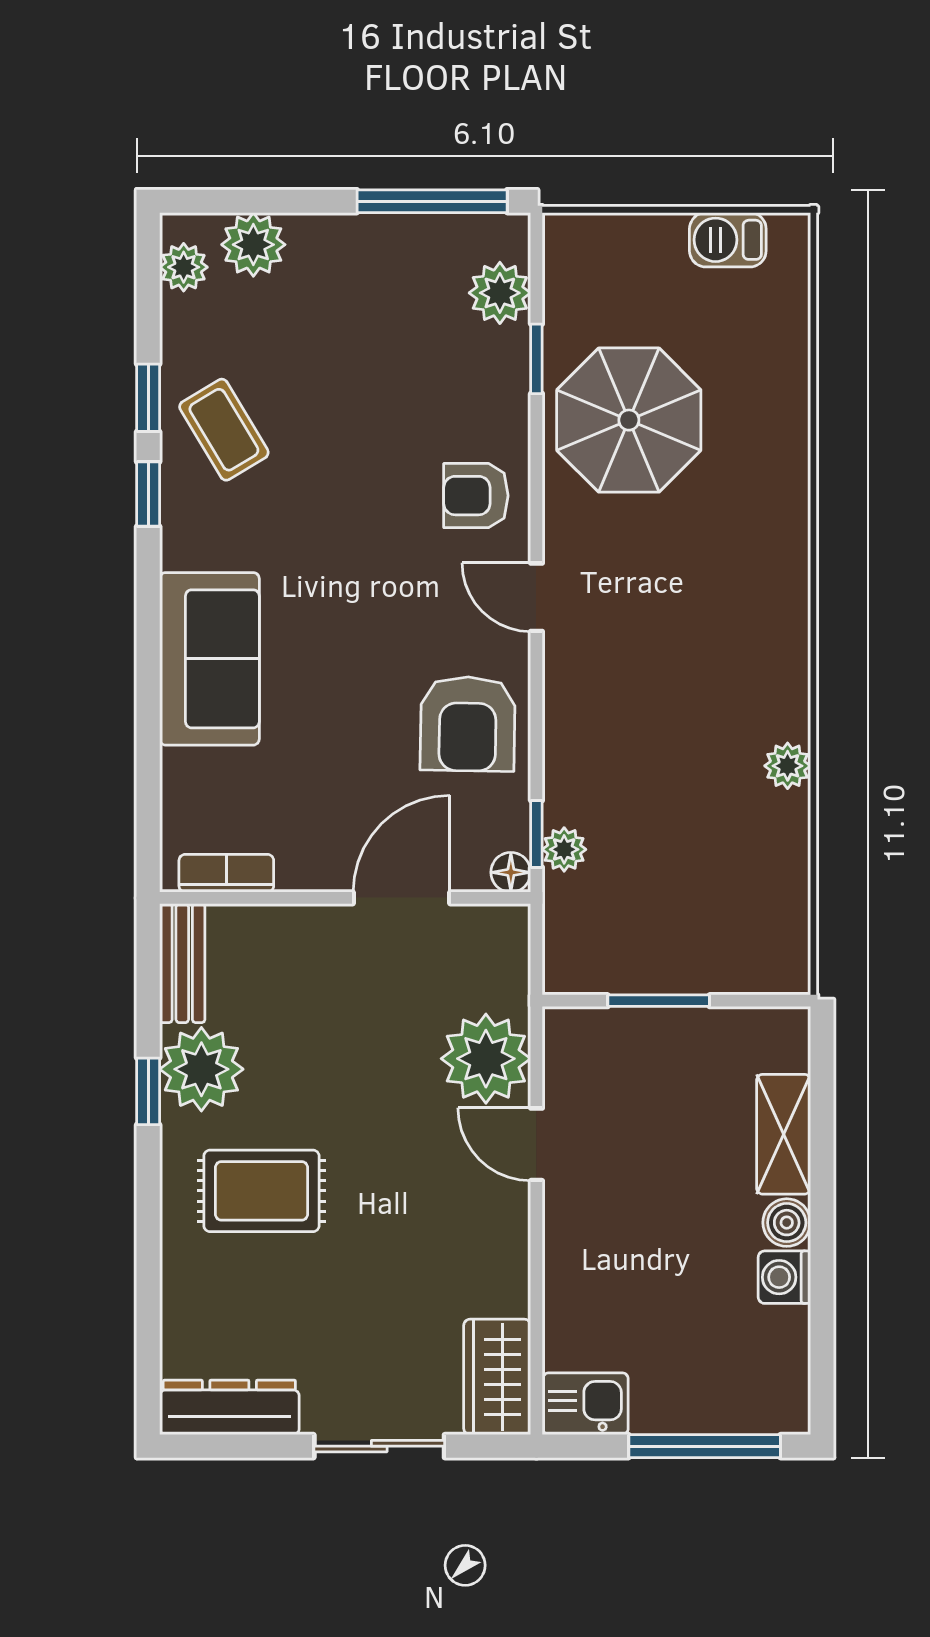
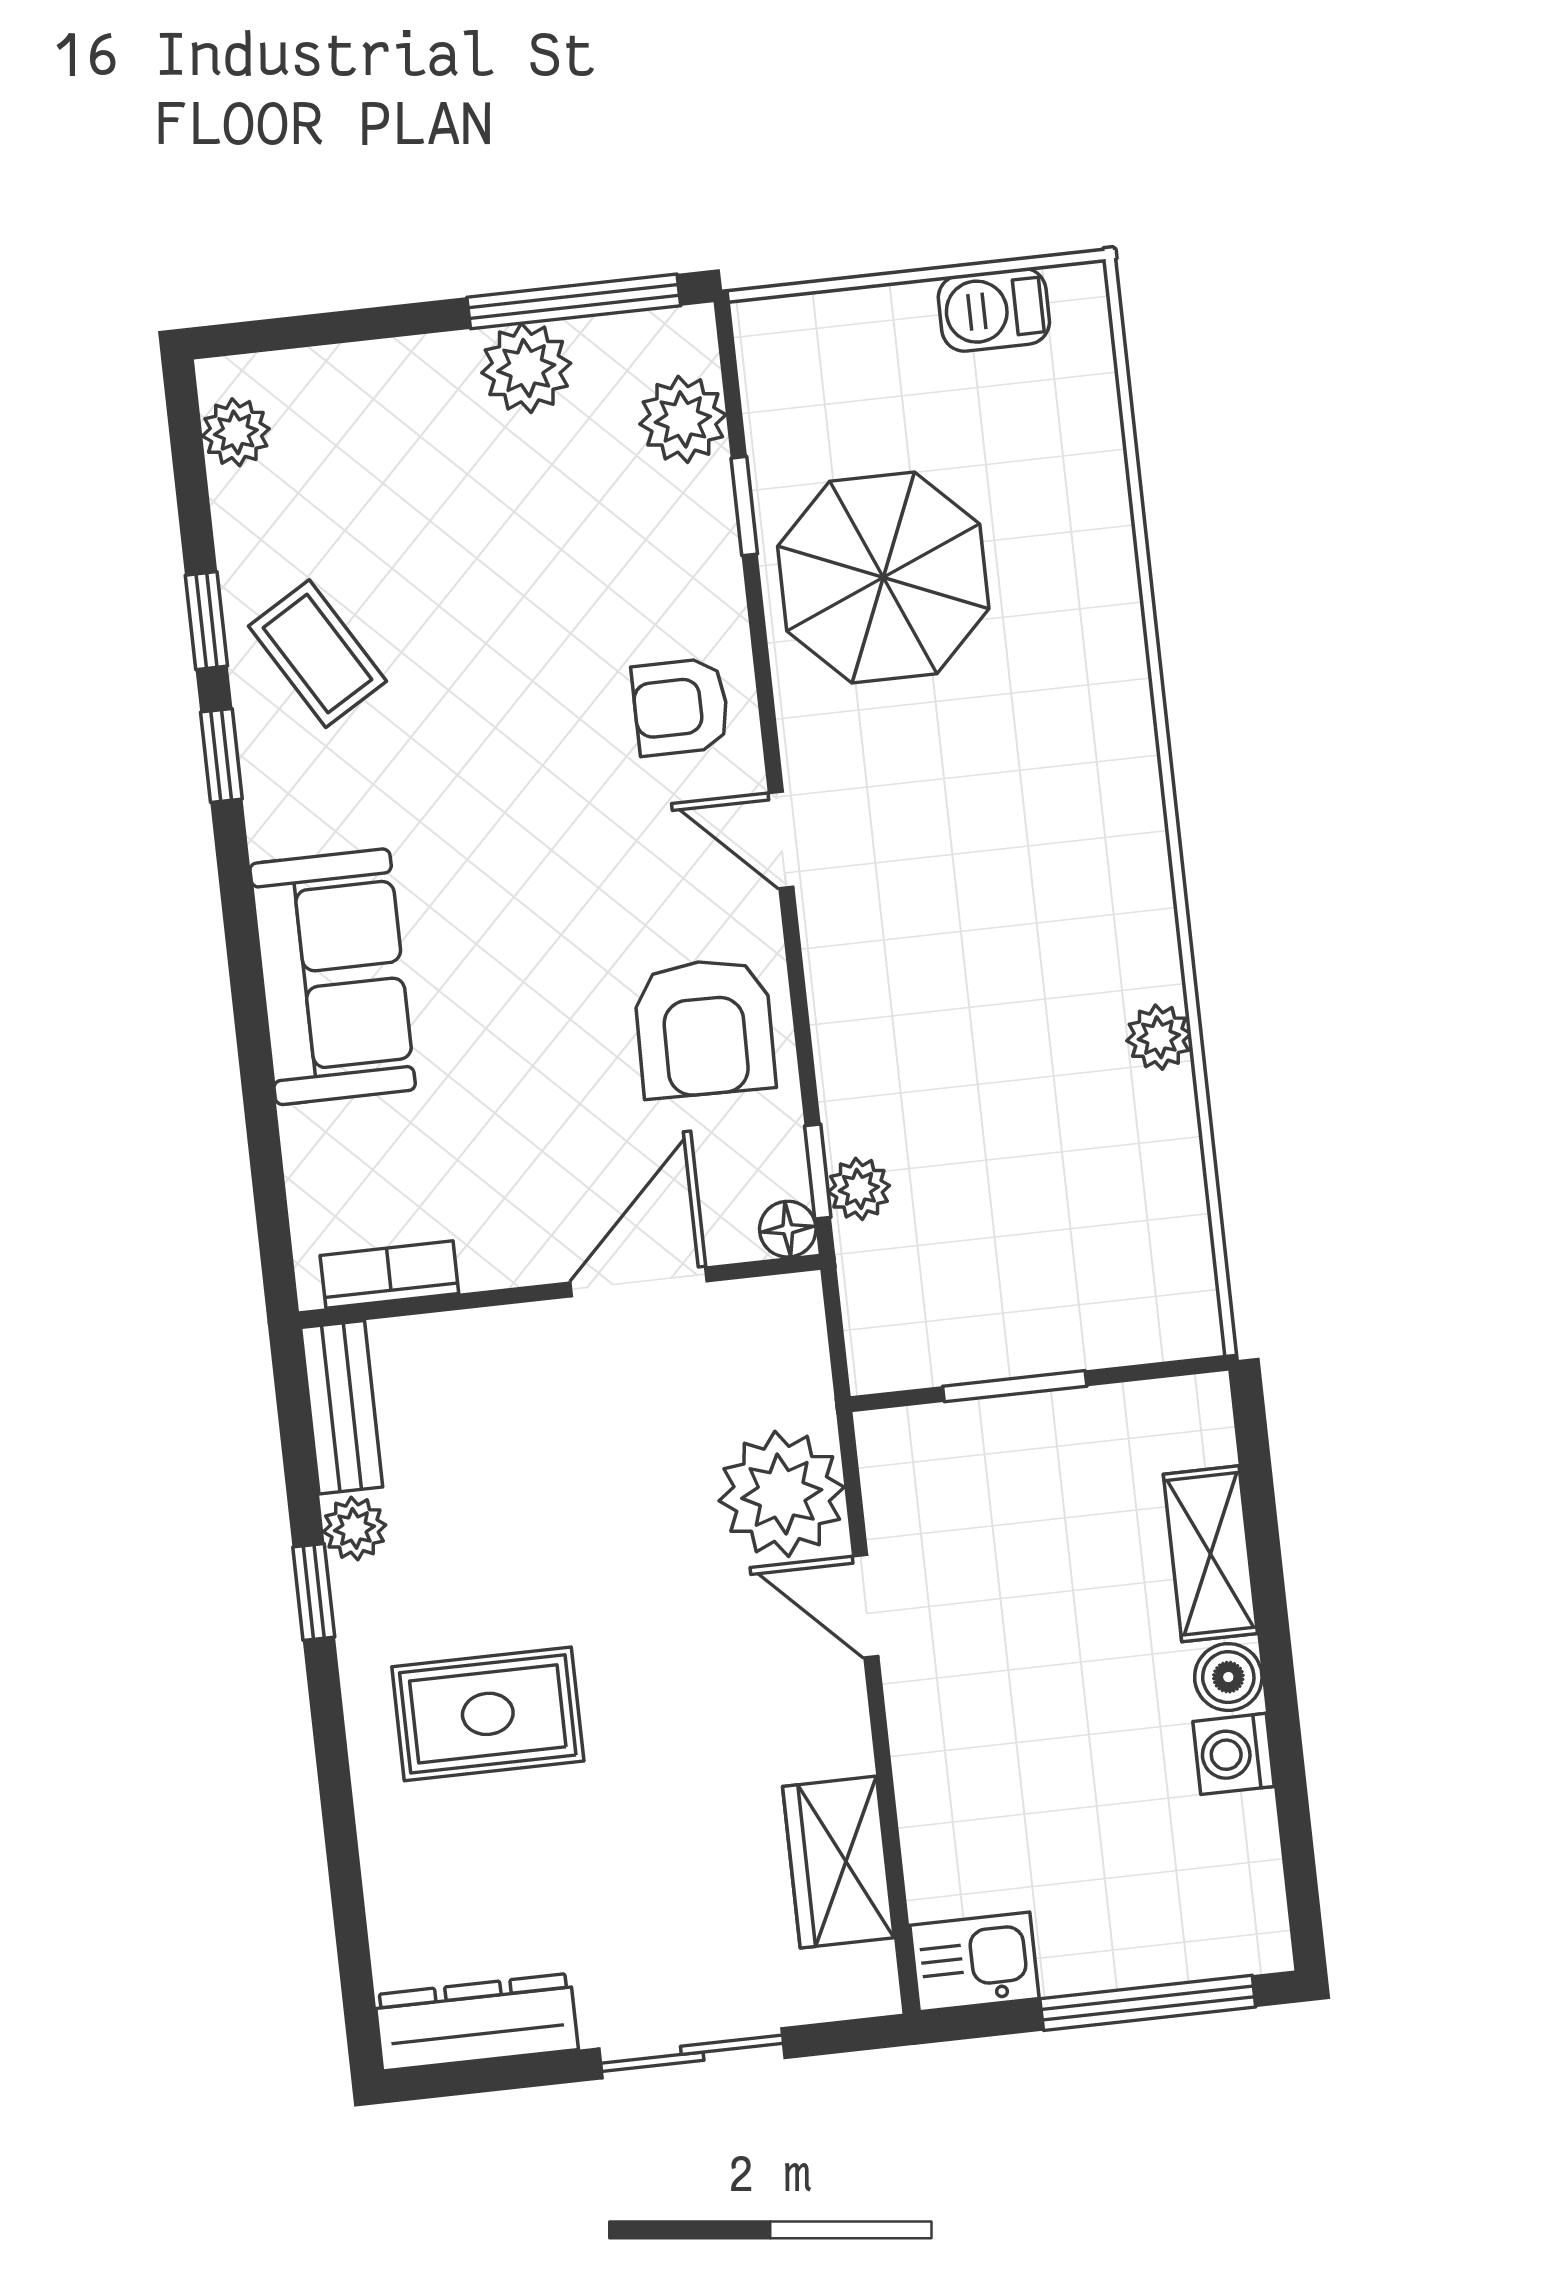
plant: (253, 245) -> (526, 368), moved
plant: (201, 1069) -> (355, 1528), width x0.53, depth x0.53
wardrobe: (497, 1377) -> (838, 1862), moved

